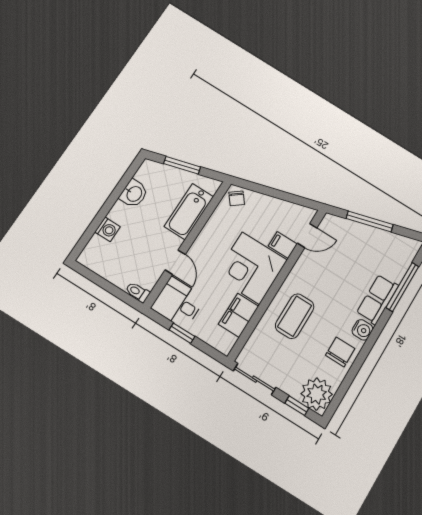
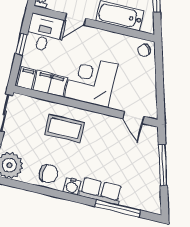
filing cabinet: (283, 245) -> (27, 78), moved

